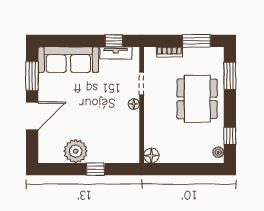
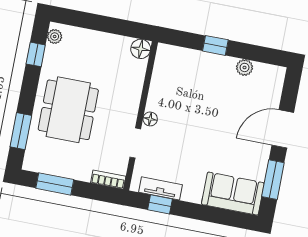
bookcase: (169, 52) -> (108, 180), moved
sofa: (68, 60) -> (233, 194), width x0.73
plant: (76, 151) -> (245, 67), width x0.53, depth x0.53

